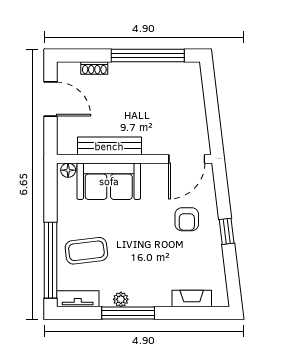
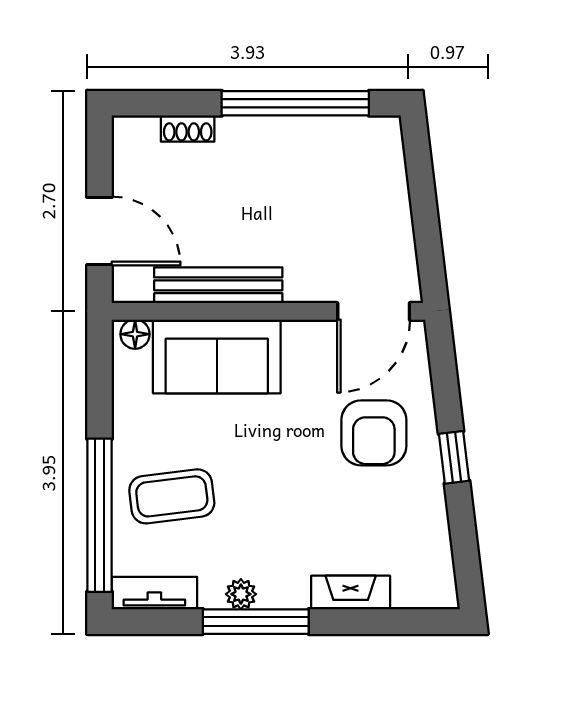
door: (50, 99) -> (99, 231), moved
armchair: (187, 219) -> (374, 433), width x1.38, depth x1.38
fireplace: (192, 299) -> (351, 592), moved

